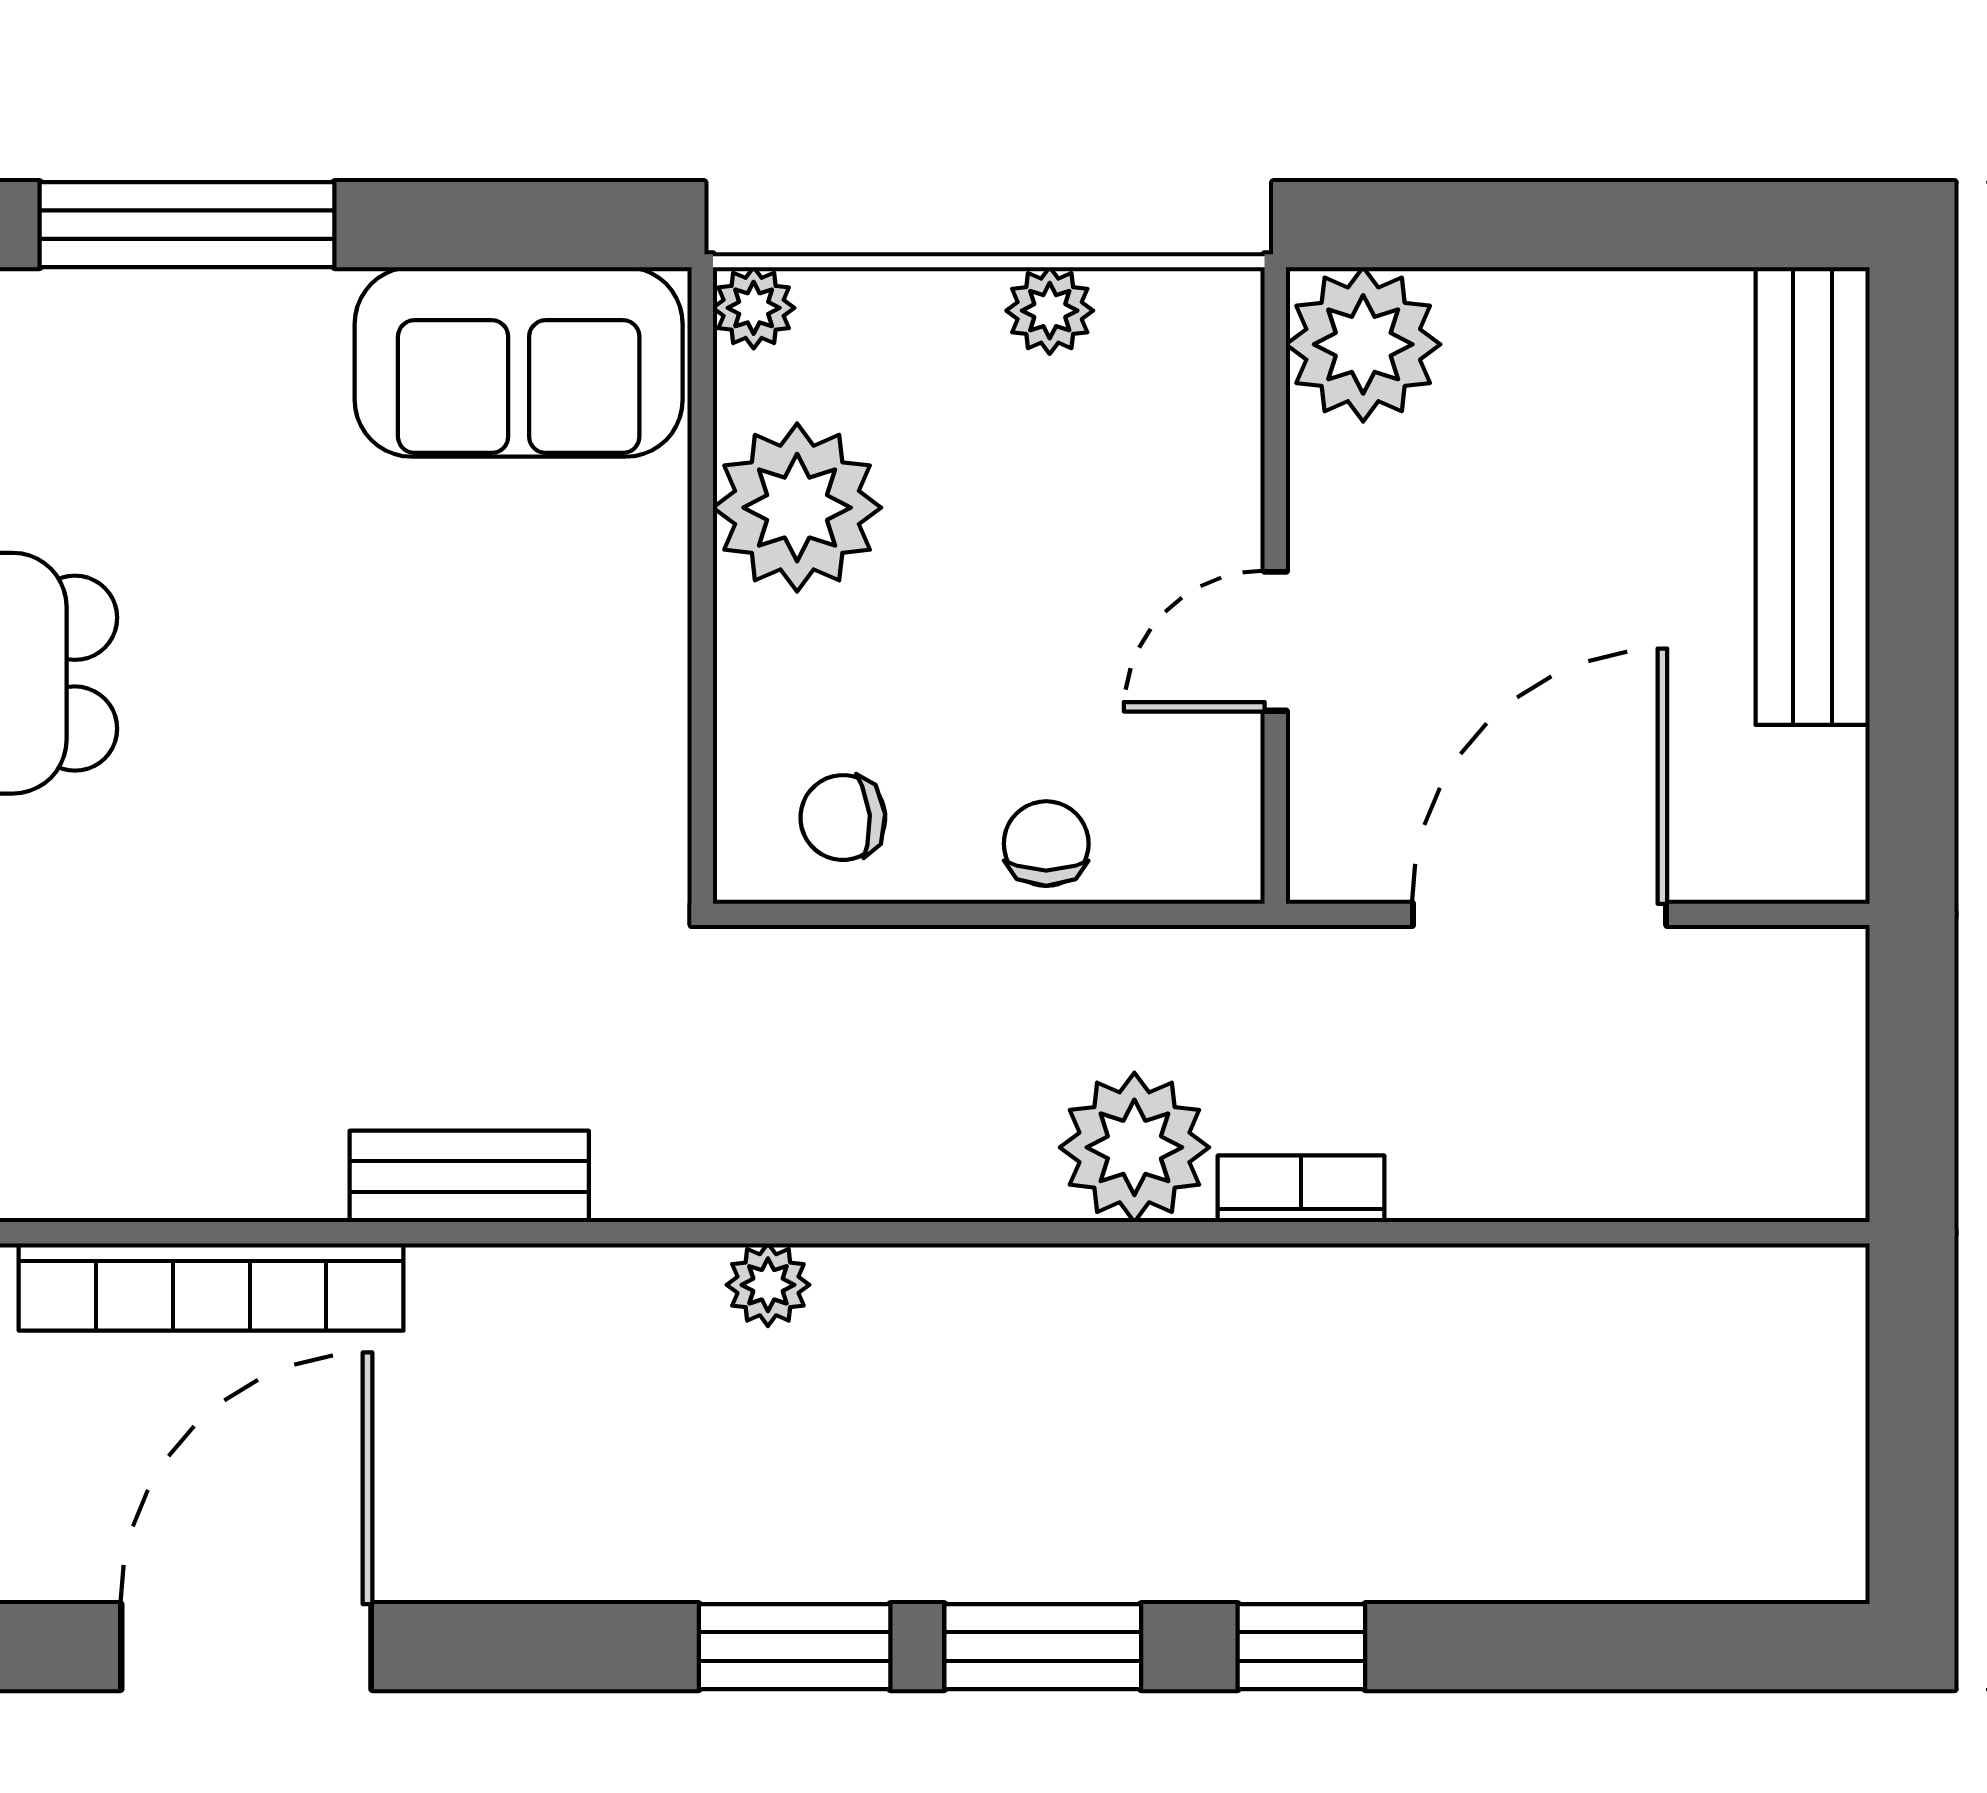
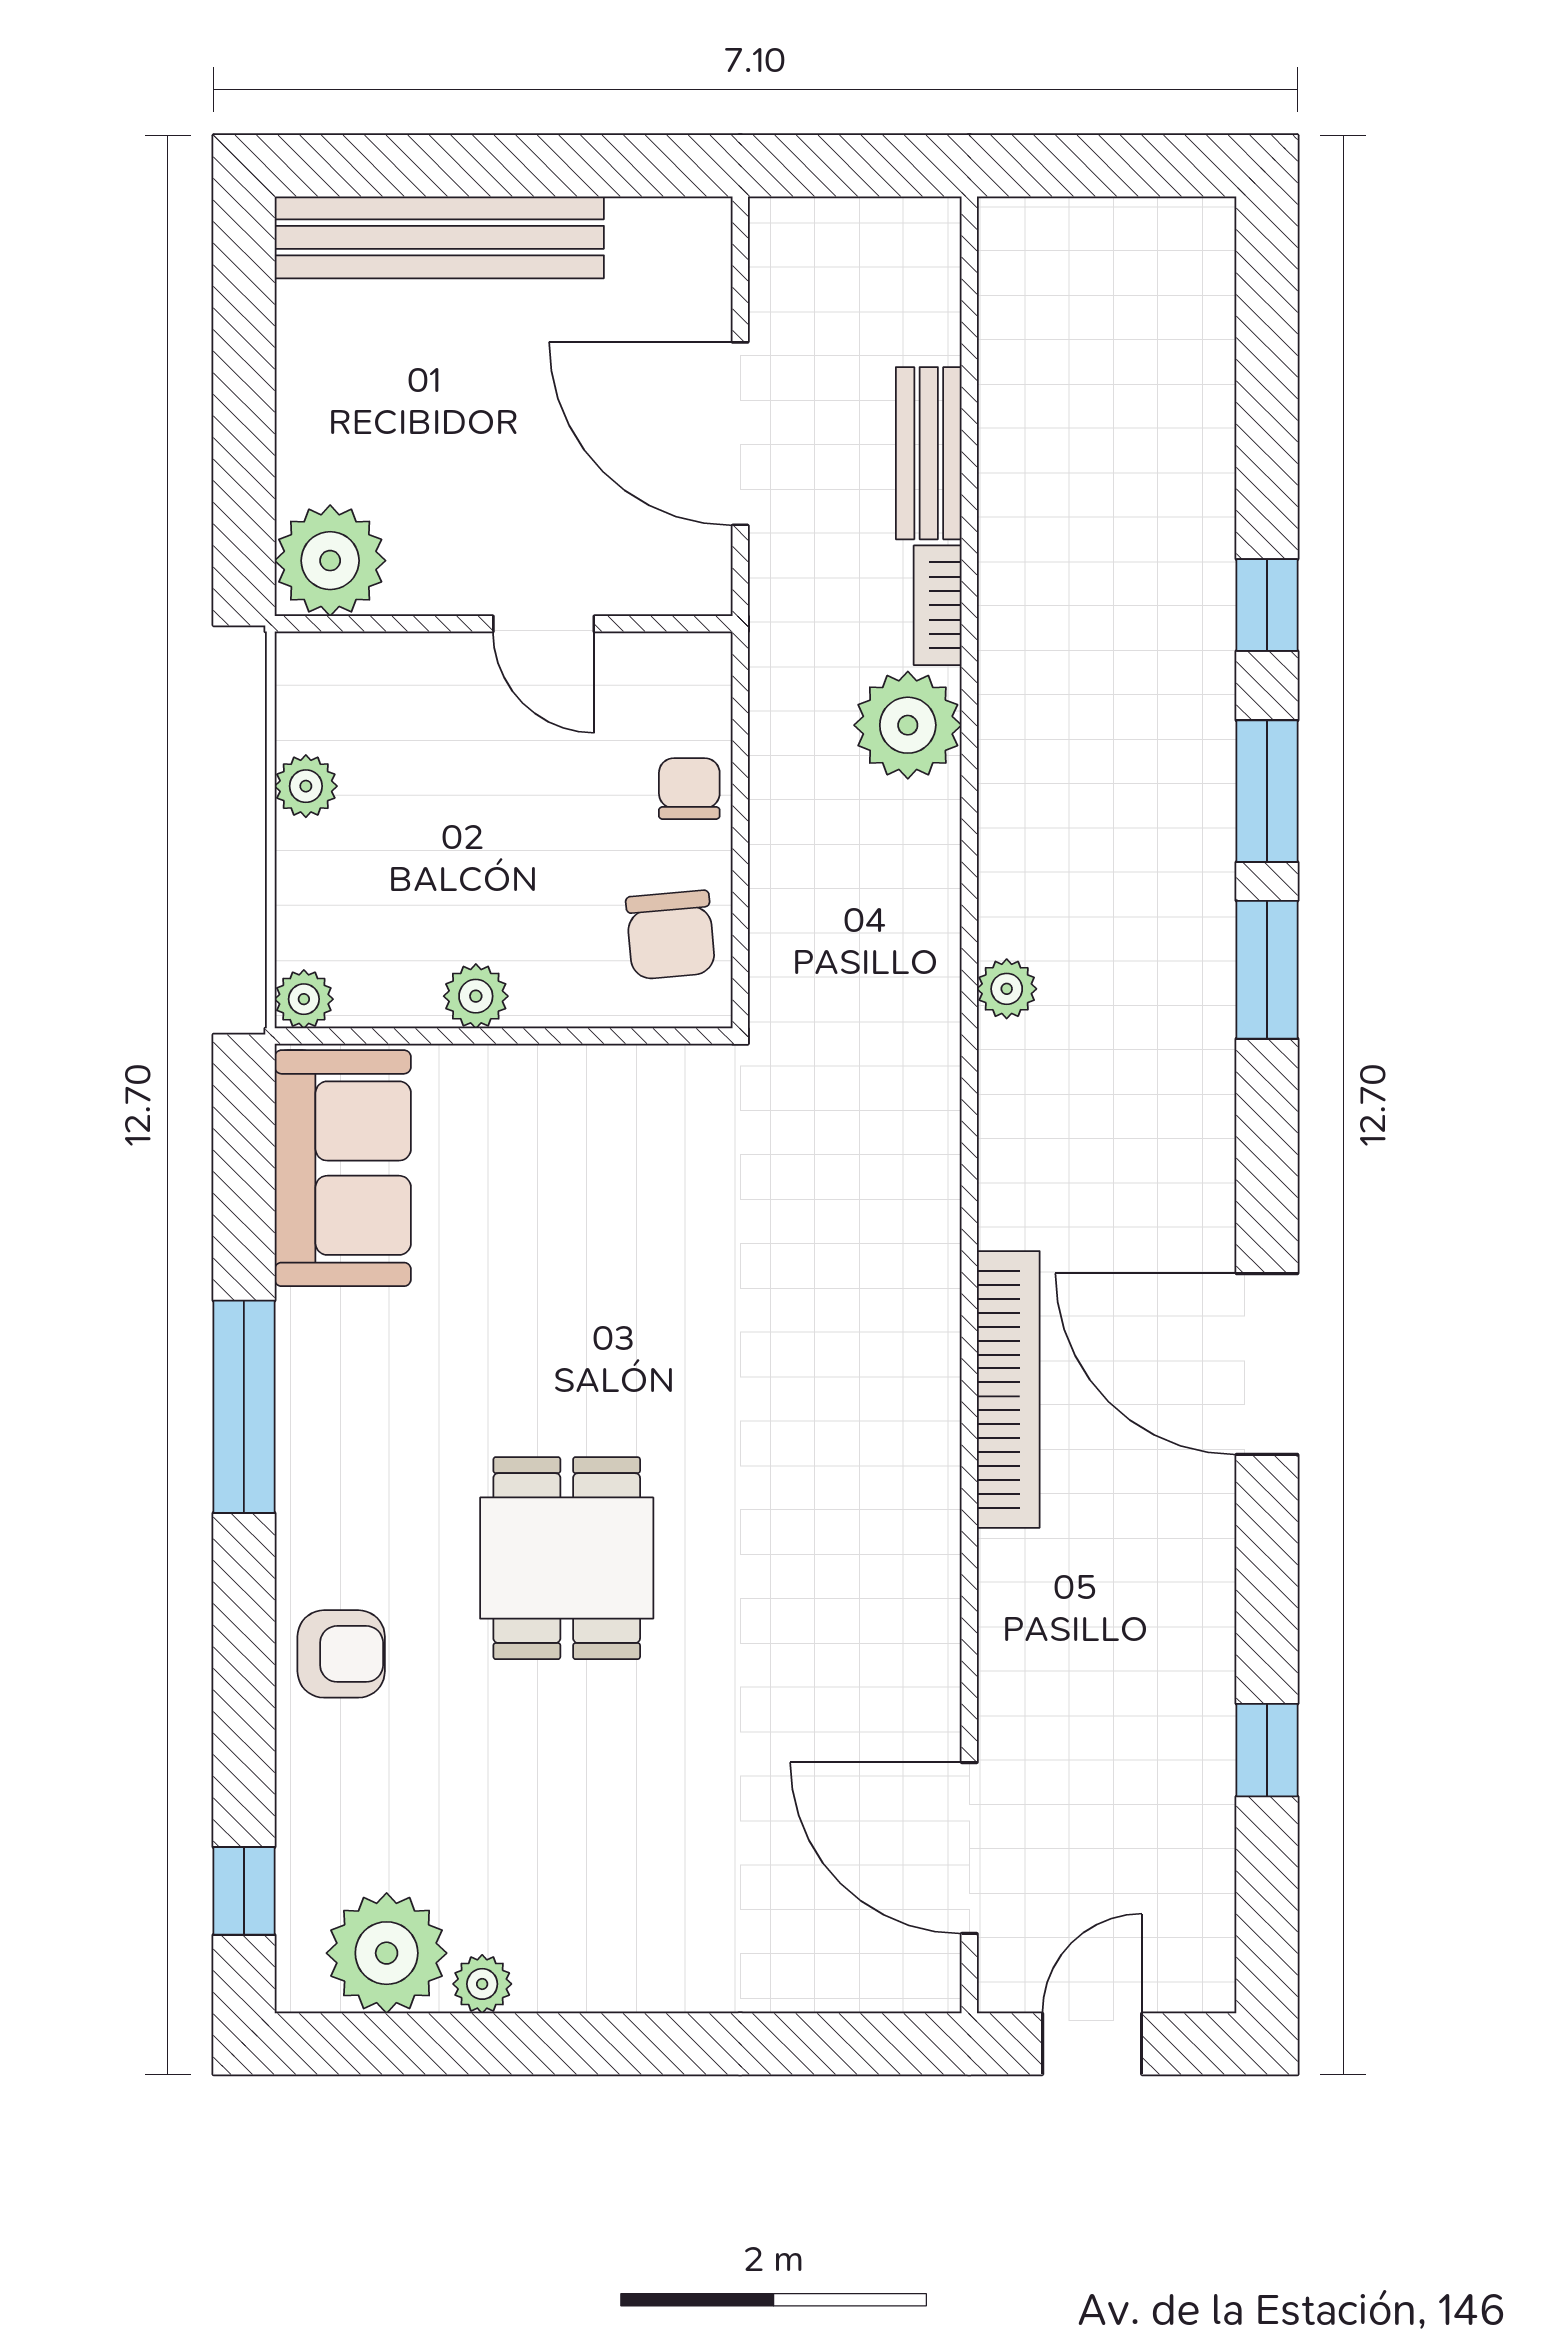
plant: (797, 508) -> (476, 996), width x0.53, depth x0.53
chair: (843, 818) -> (671, 935), width x1.37, depth x1.37
chair: (1046, 844) -> (689, 789), turned 90
bench: (469, 1176) -> (929, 453), moved

